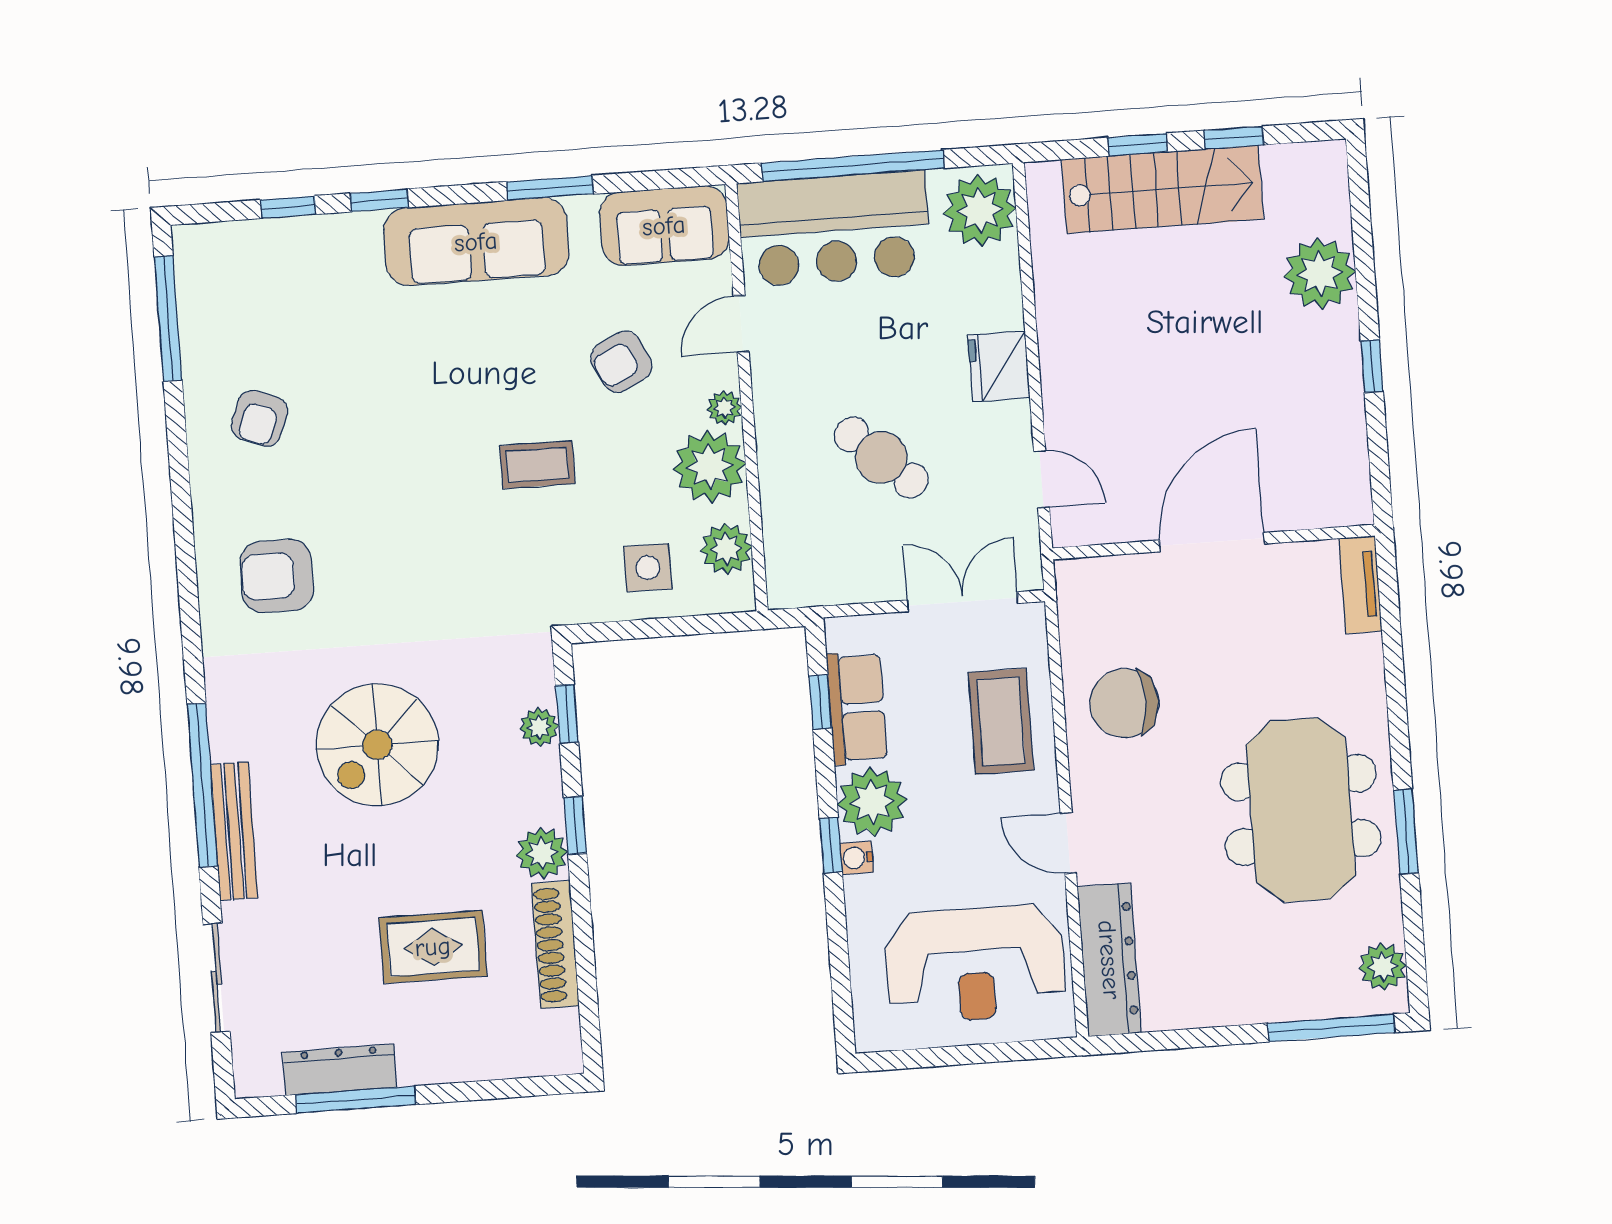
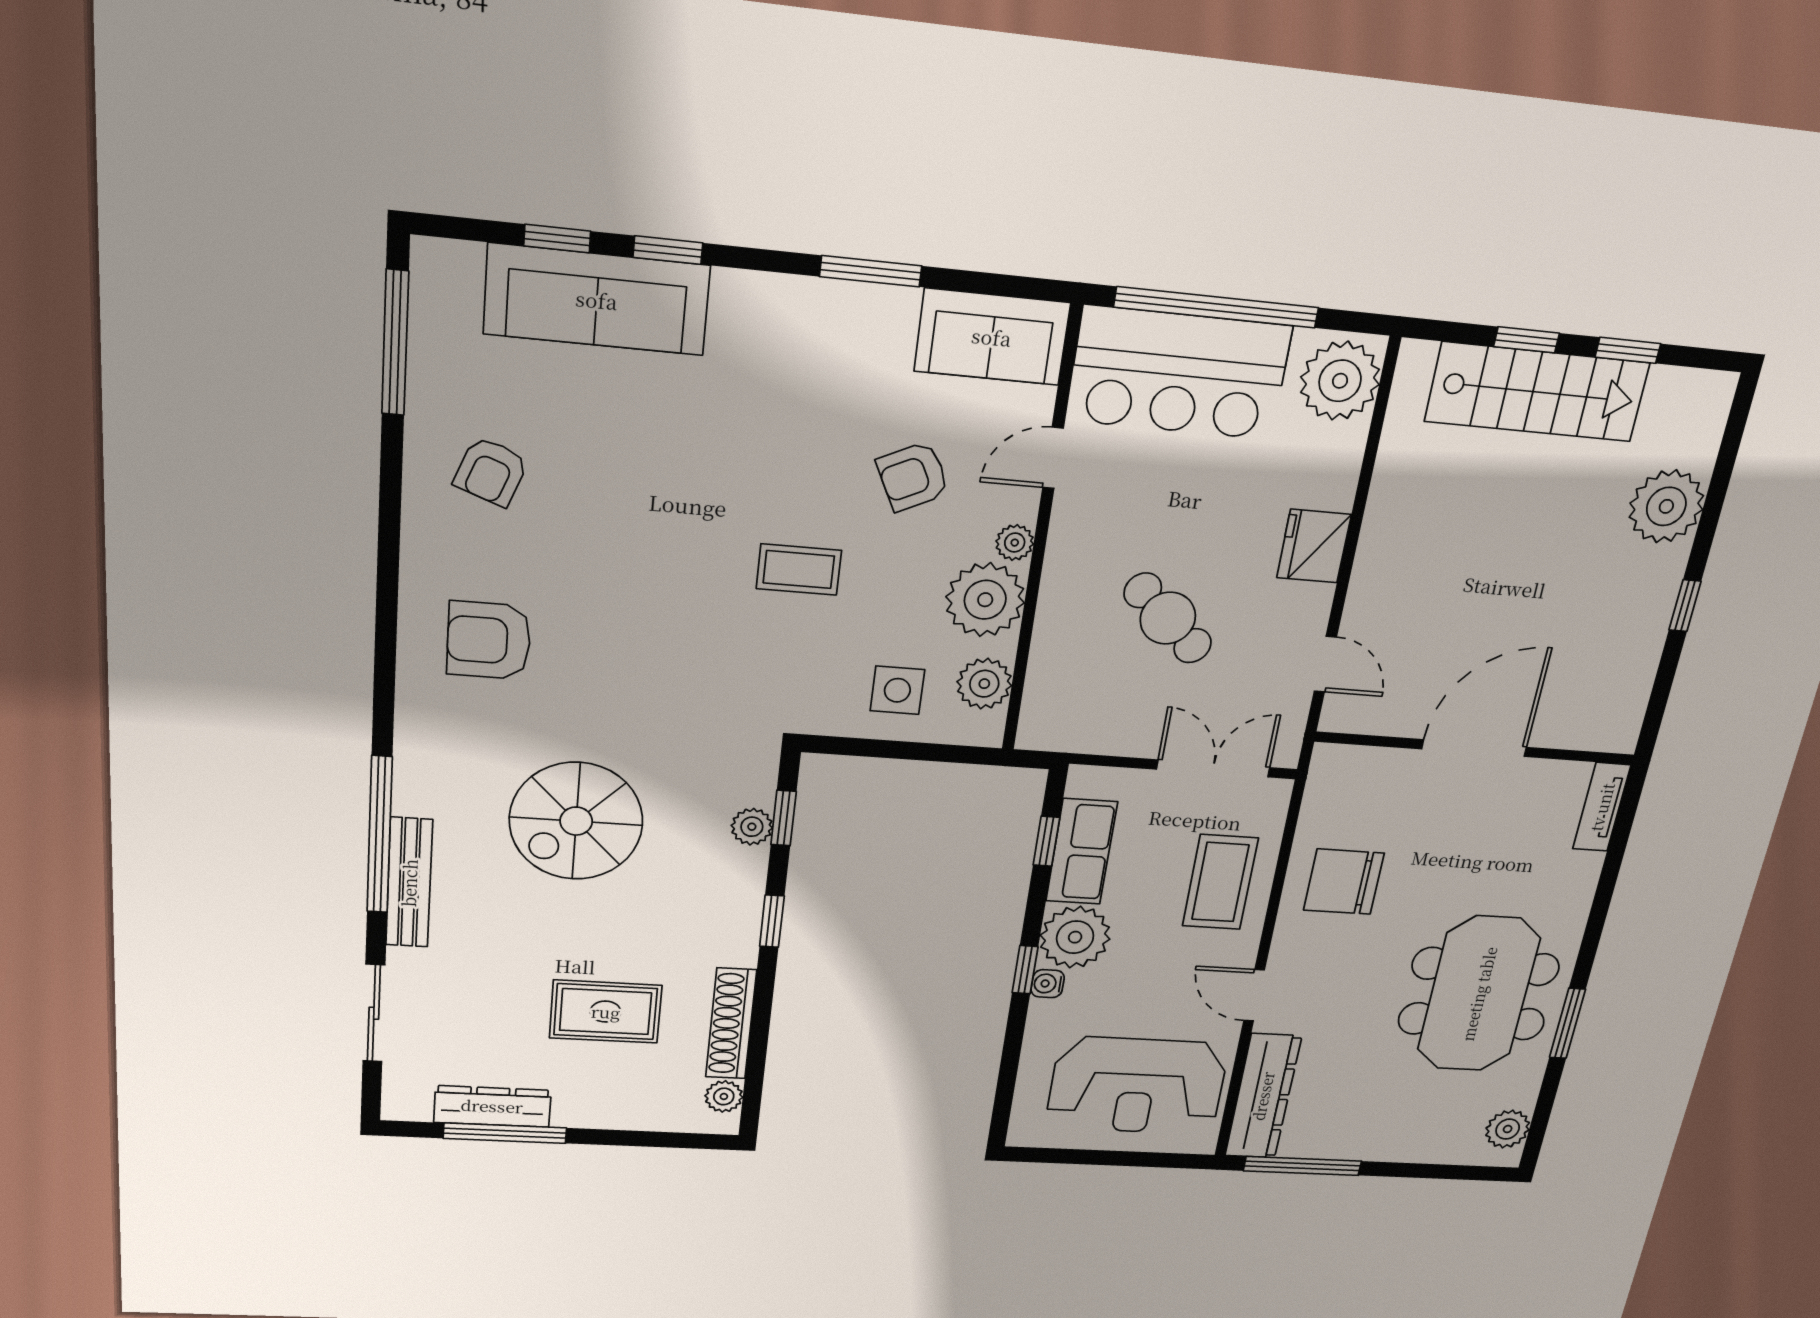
sofa: (476, 242) -> (597, 300), moved
plant: (542, 853) -> (724, 1096), moved, width x0.73, depth x0.73
window: (1331, 1028) -> (1303, 1166), moved

